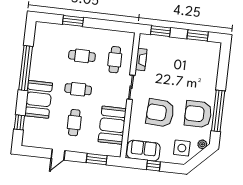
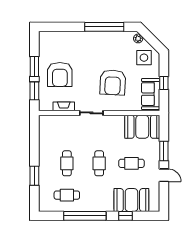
window: (198, 35) -> (34, 67), moved
cafe table: (115, 60) -> (67, 195), moved
booth: (39, 99) -> (131, 200), moved
armchair: (198, 114) -> (60, 74), moved
window: (19, 122) -> (125, 216), moved
booth: (112, 125) -> (142, 127), moved
window: (97, 159) -> (164, 151), moved

